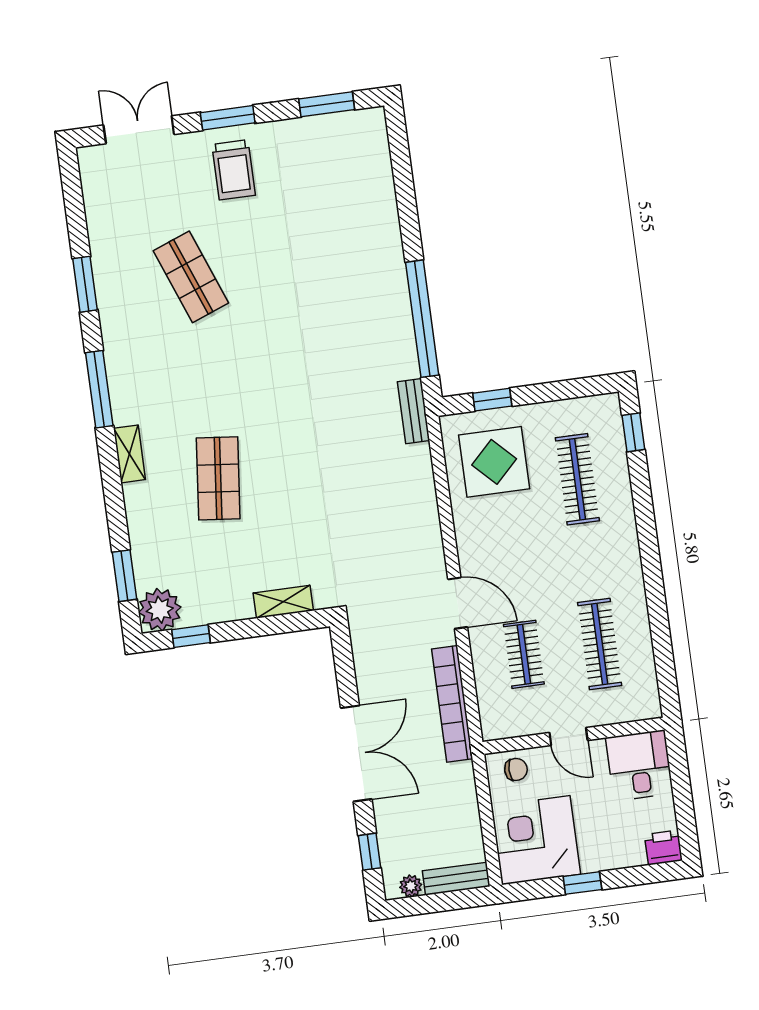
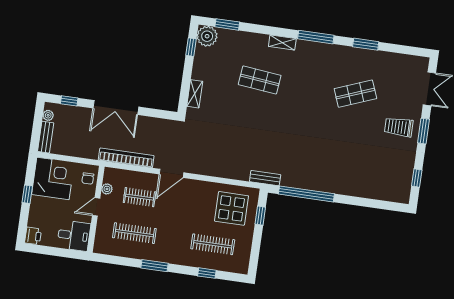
window: (327, 104) -> (417, 178), width x0.67
window: (633, 432) -> (207, 273), moved
window: (654, 585) -> (154, 266), added
plant: (526, 725) -> (107, 189), added

